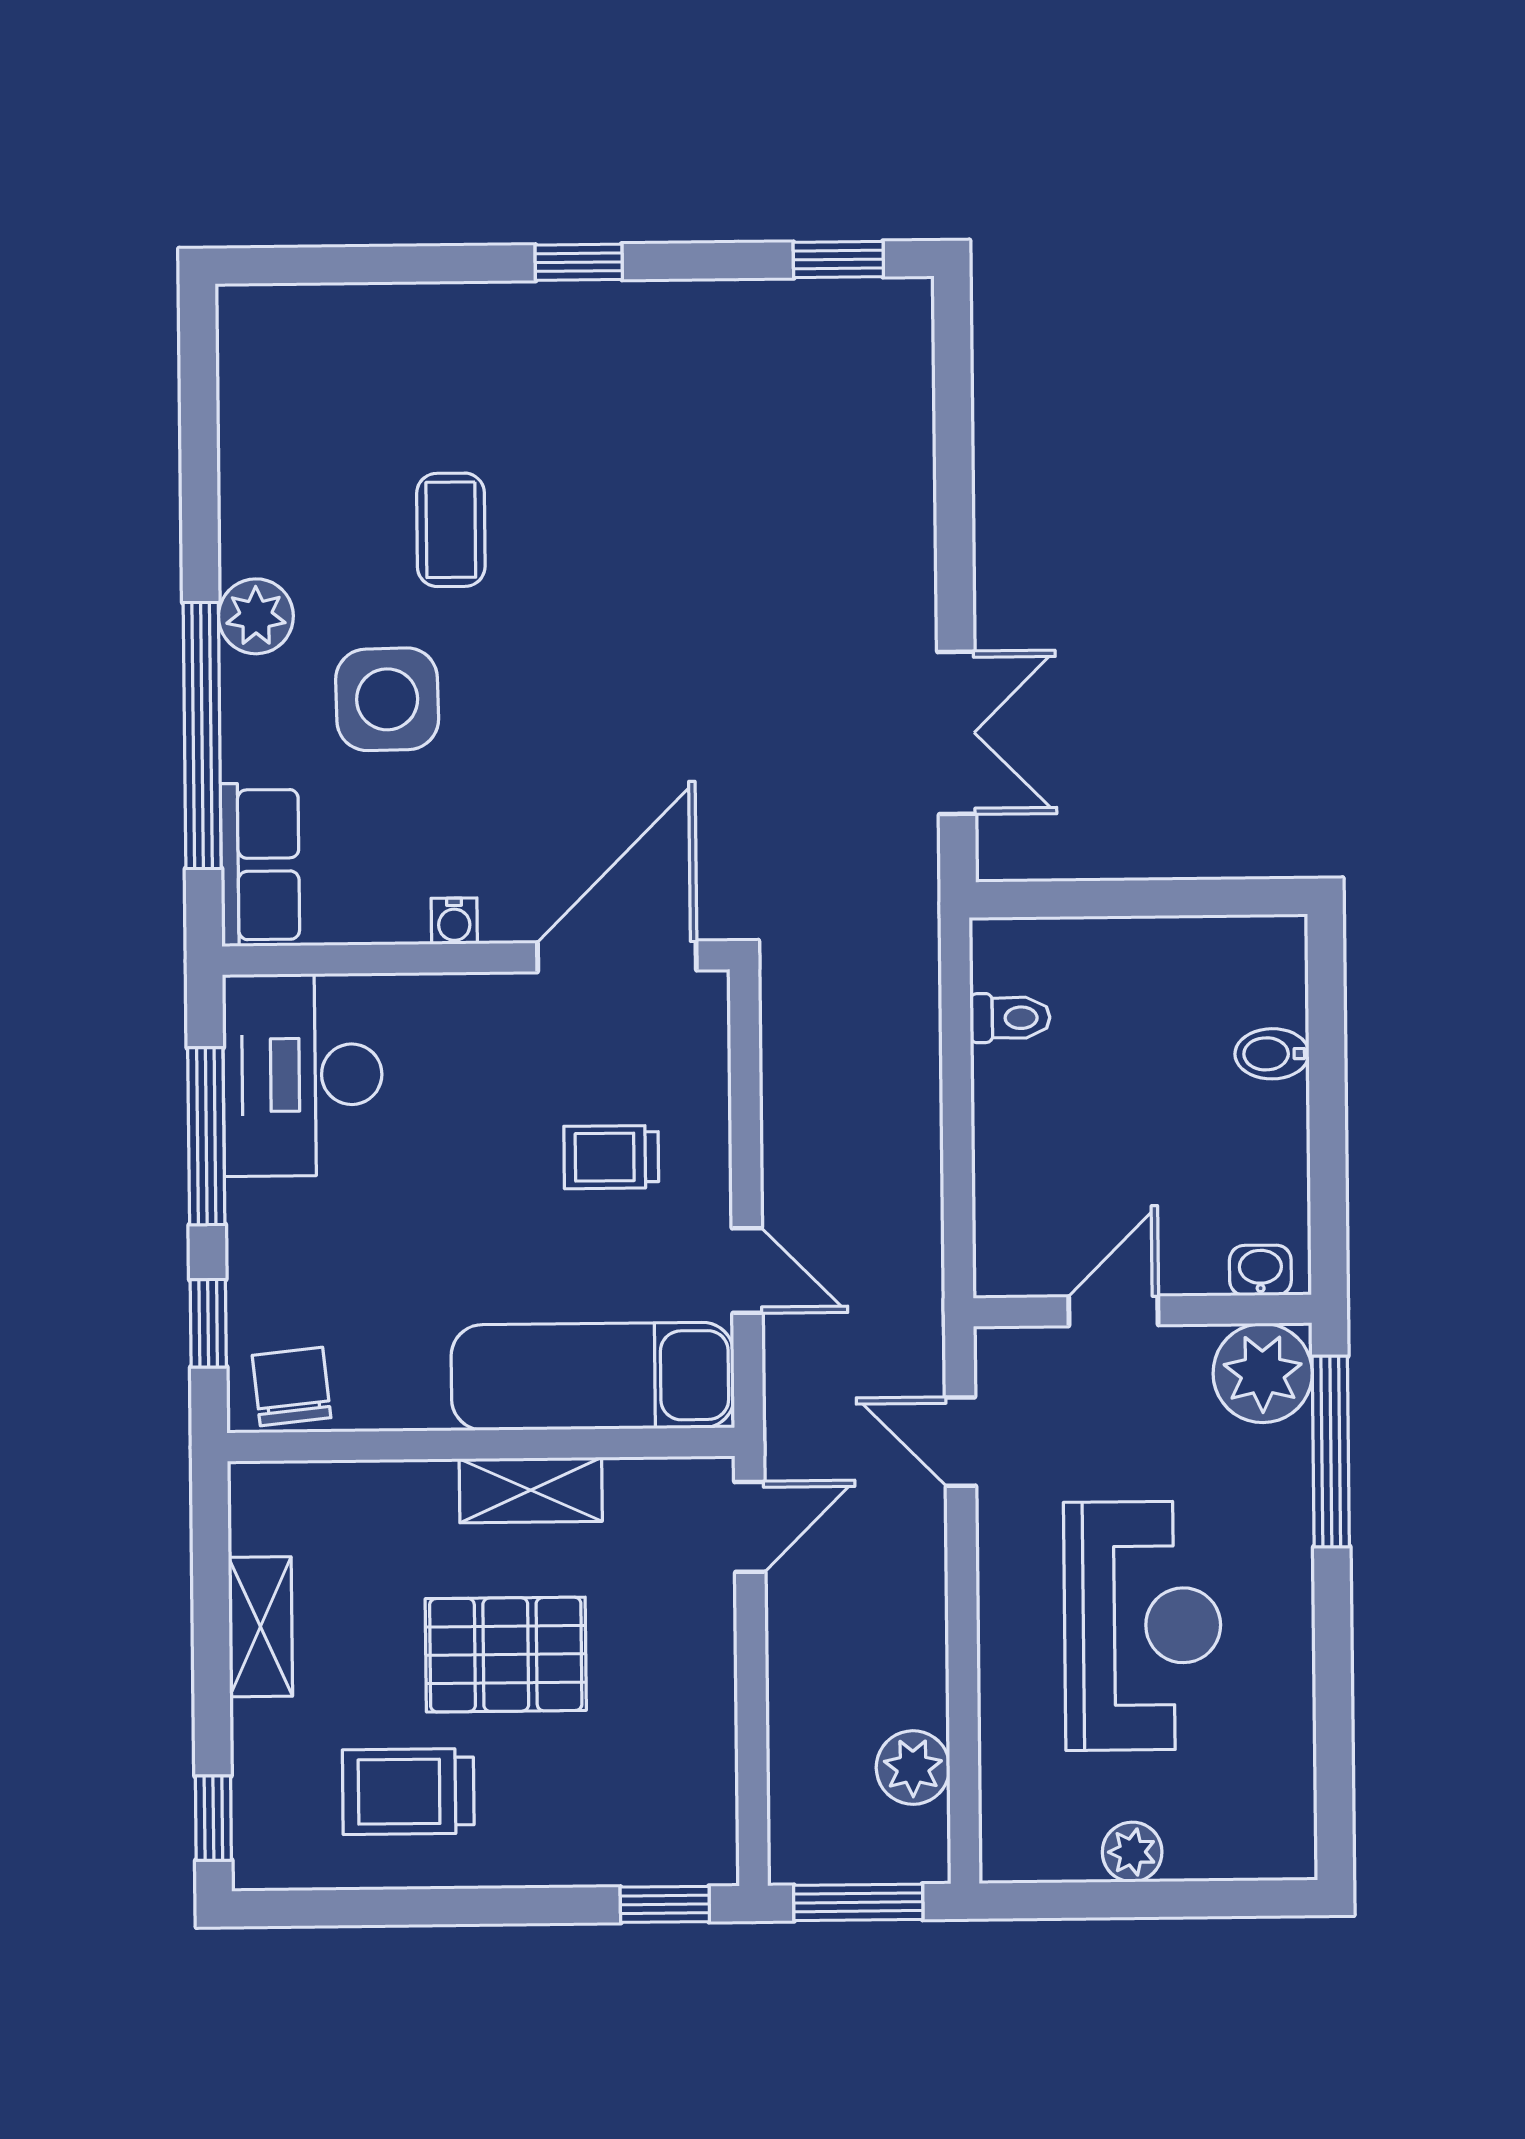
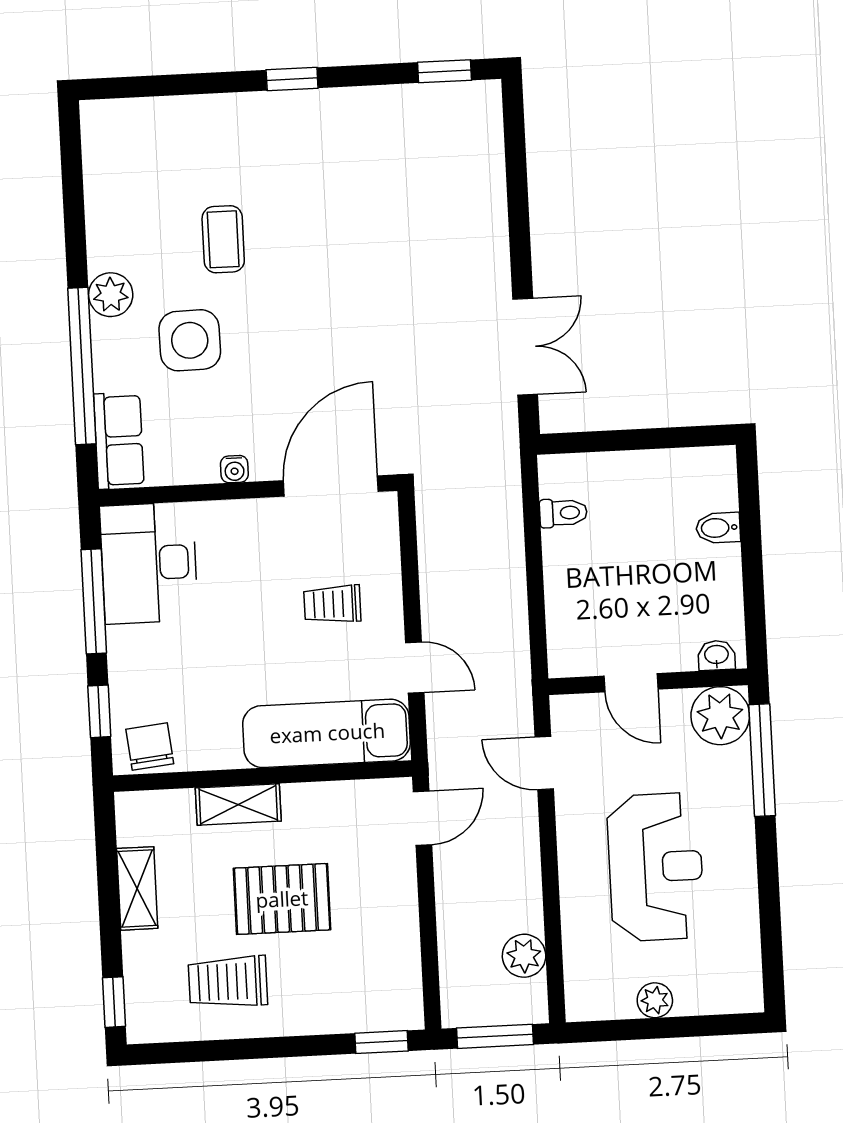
door: (1113, 1311) -> (631, 683), swing flipped
shelving: (531, 1490) -> (238, 804), moved

